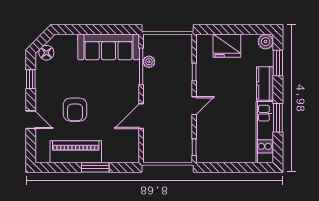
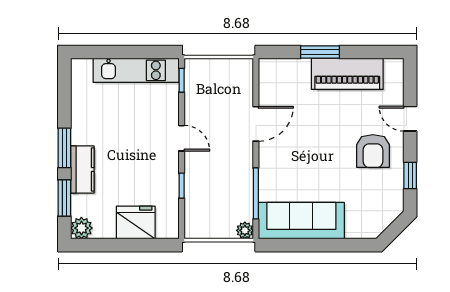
floor lamp: (46, 53) -> (388, 212), removed
plant: (149, 62) -> (245, 230), moved
door: (194, 106) -> (182, 138), swing flipped
armchair: (75, 110) -> (373, 151), moved, turned 180
window: (278, 118) -> (64, 148), moved
kitchen unit: (265, 132) -> (136, 70), moved, turned 90

